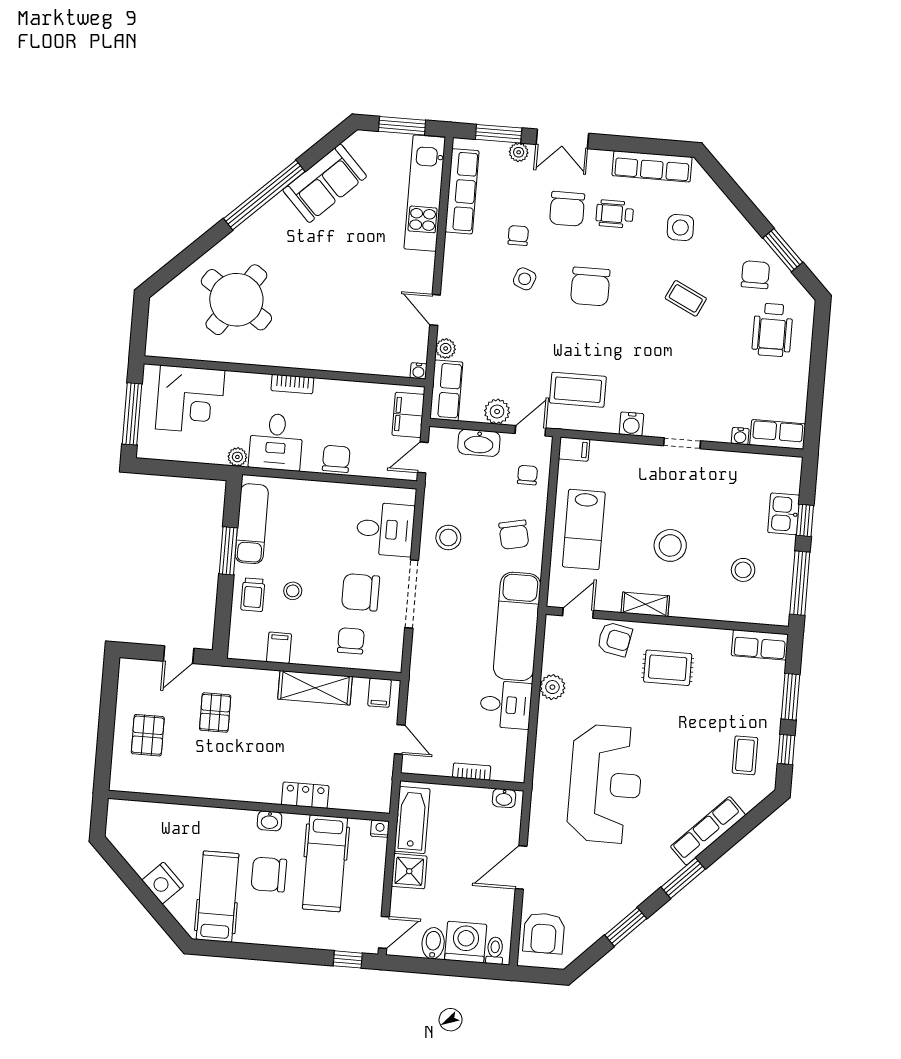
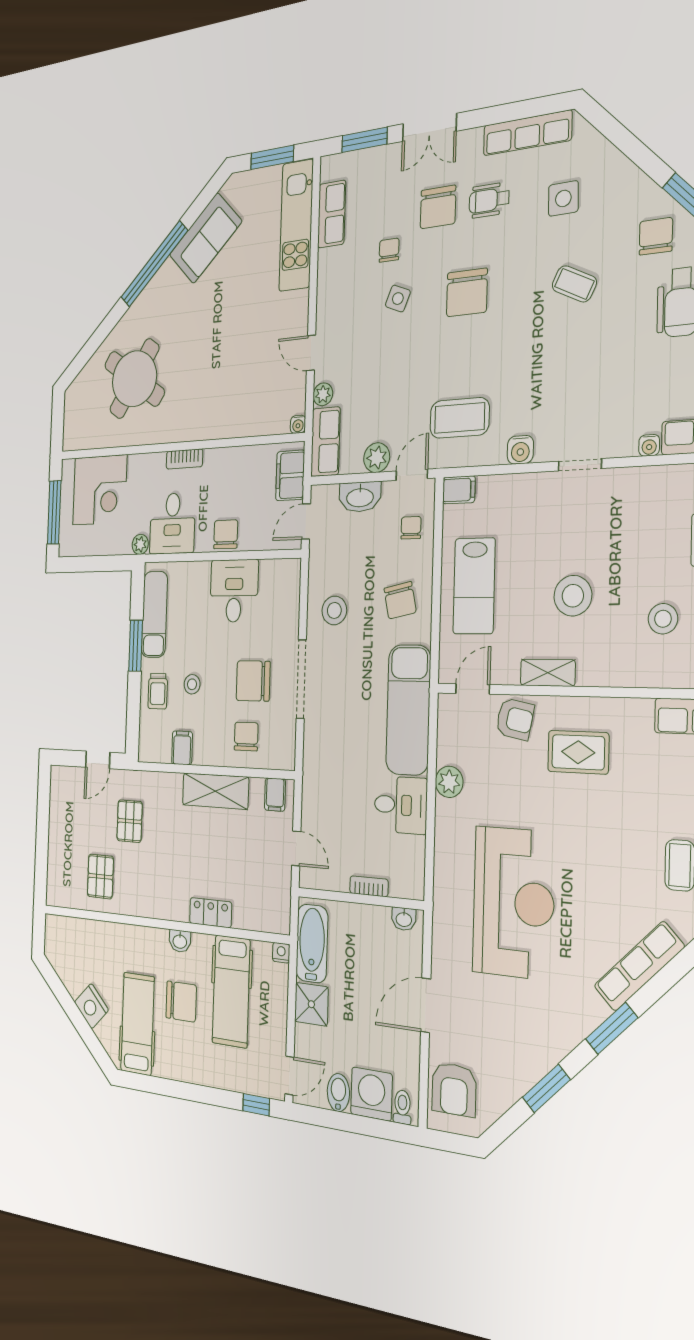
plant: (519, 152) -> (385, 155), removed
row of seats: (462, 191) -> (332, 214), width x0.68
desk: (385, 529) -> (234, 591), moved, turned -90
pallet: (148, 735) -> (100, 876), moved
chair: (269, 875) -> (181, 1001), turned 180

